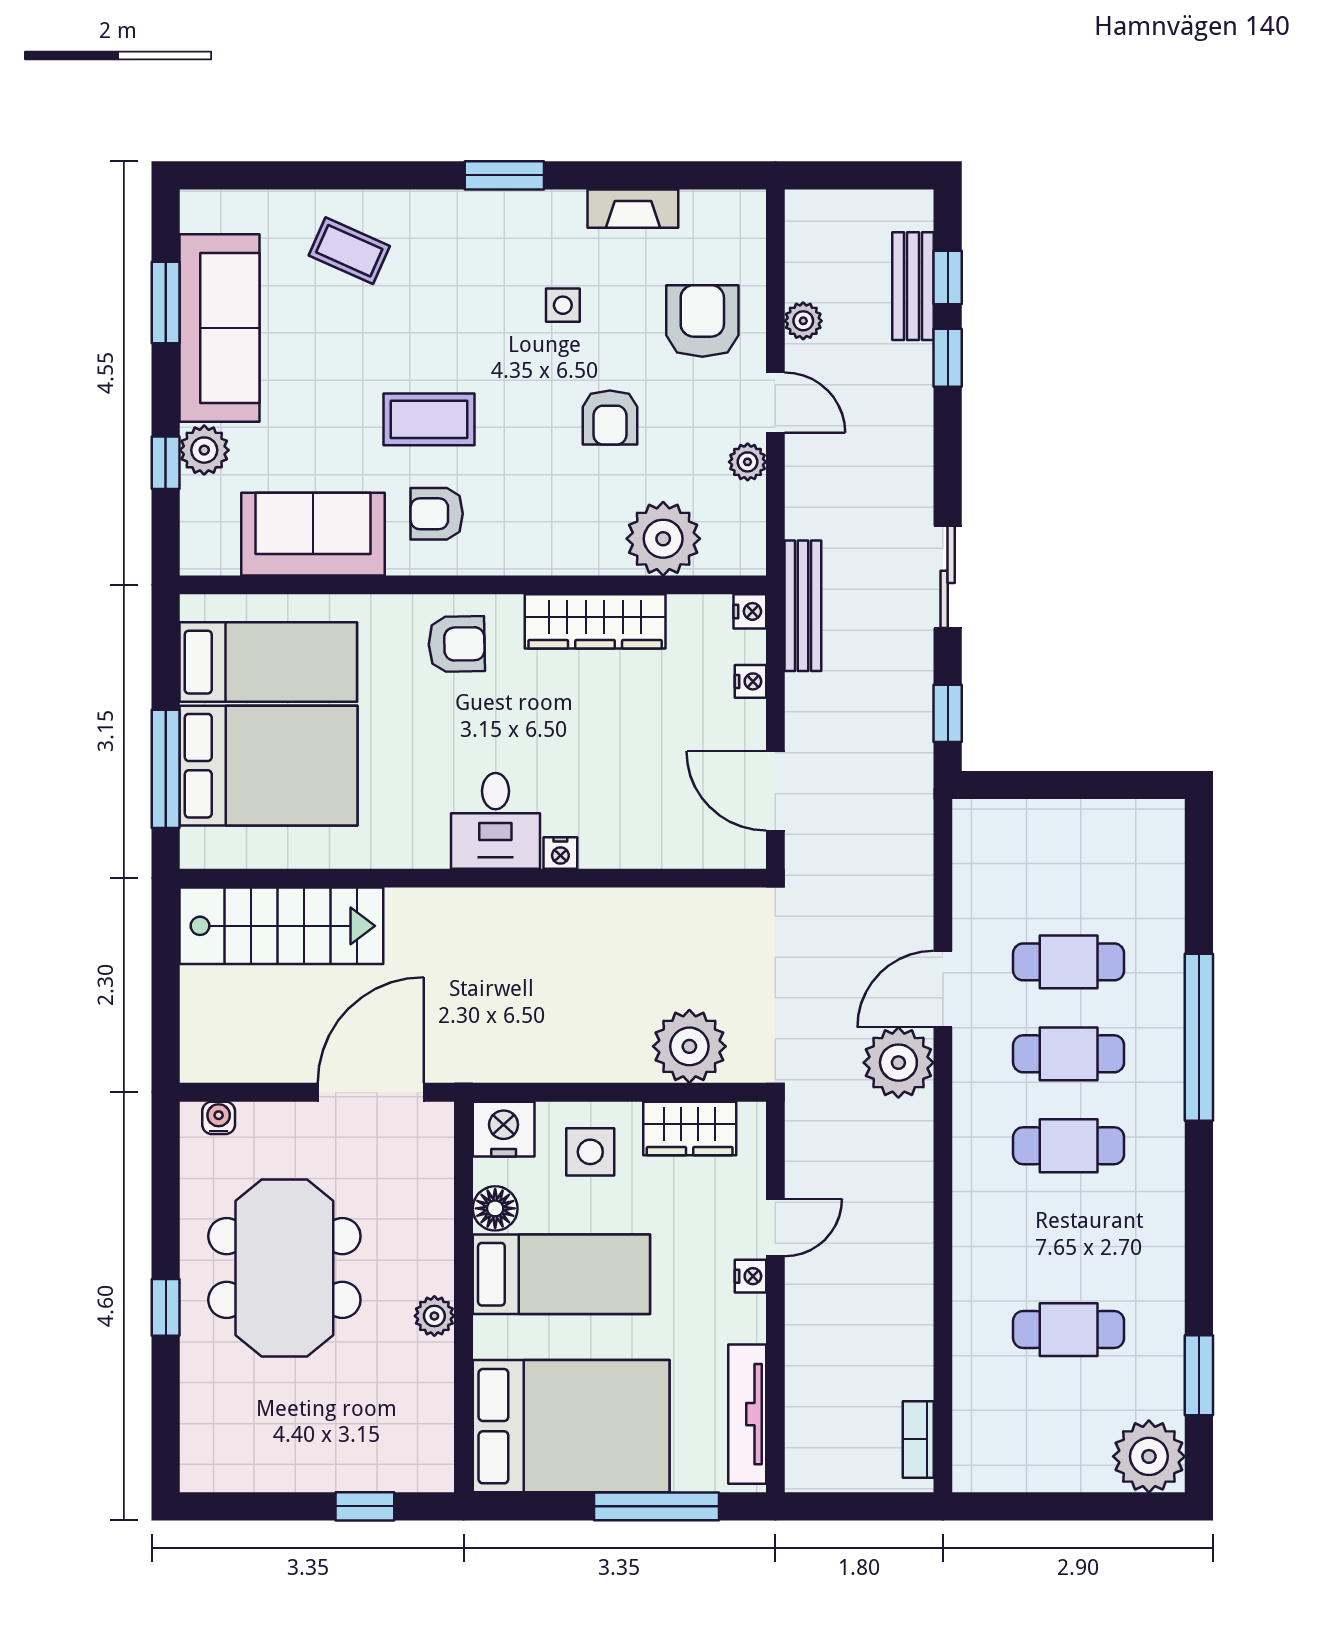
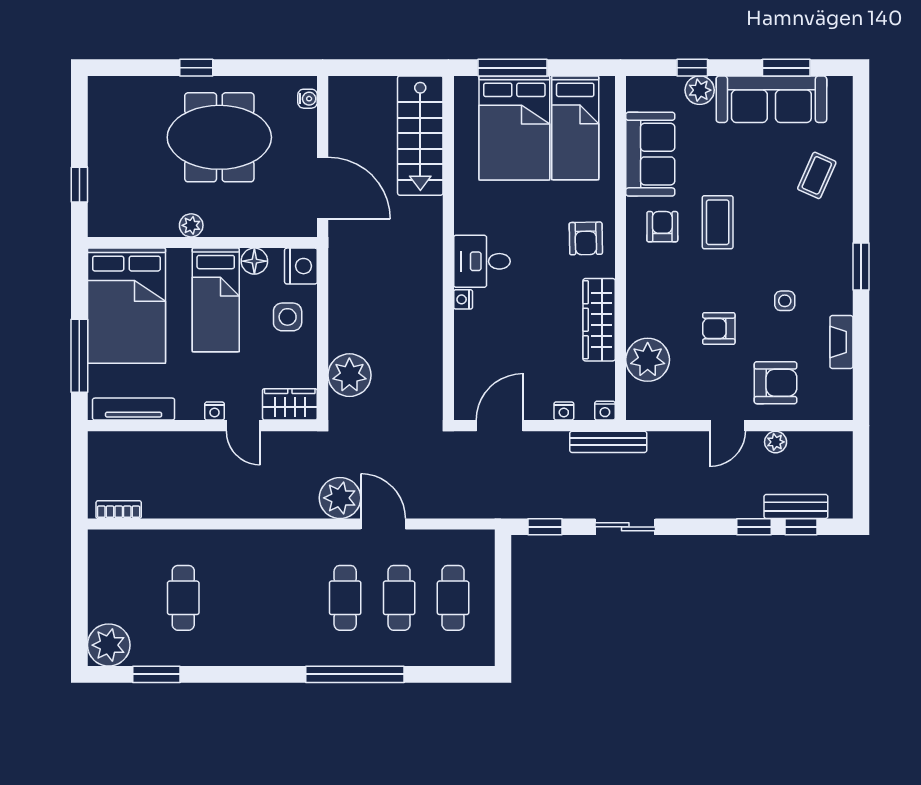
plant: (748, 462) -> (693, 409), removed
wardrobe: (690, 1128) -> (290, 404), moved, turned 90
cafe table: (1069, 1146) -> (453, 598), moved

